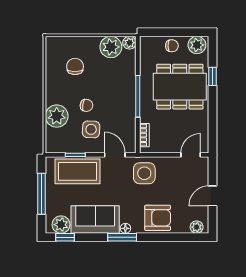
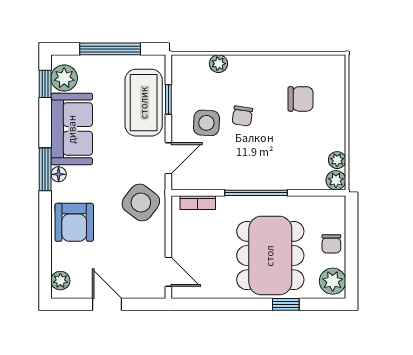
plant: (111, 47) -> (337, 160), width x0.53, depth x0.53
plant: (57, 116) -> (218, 64), width x0.53, depth x0.53
side table: (144, 173) -> (141, 202), turned 37

